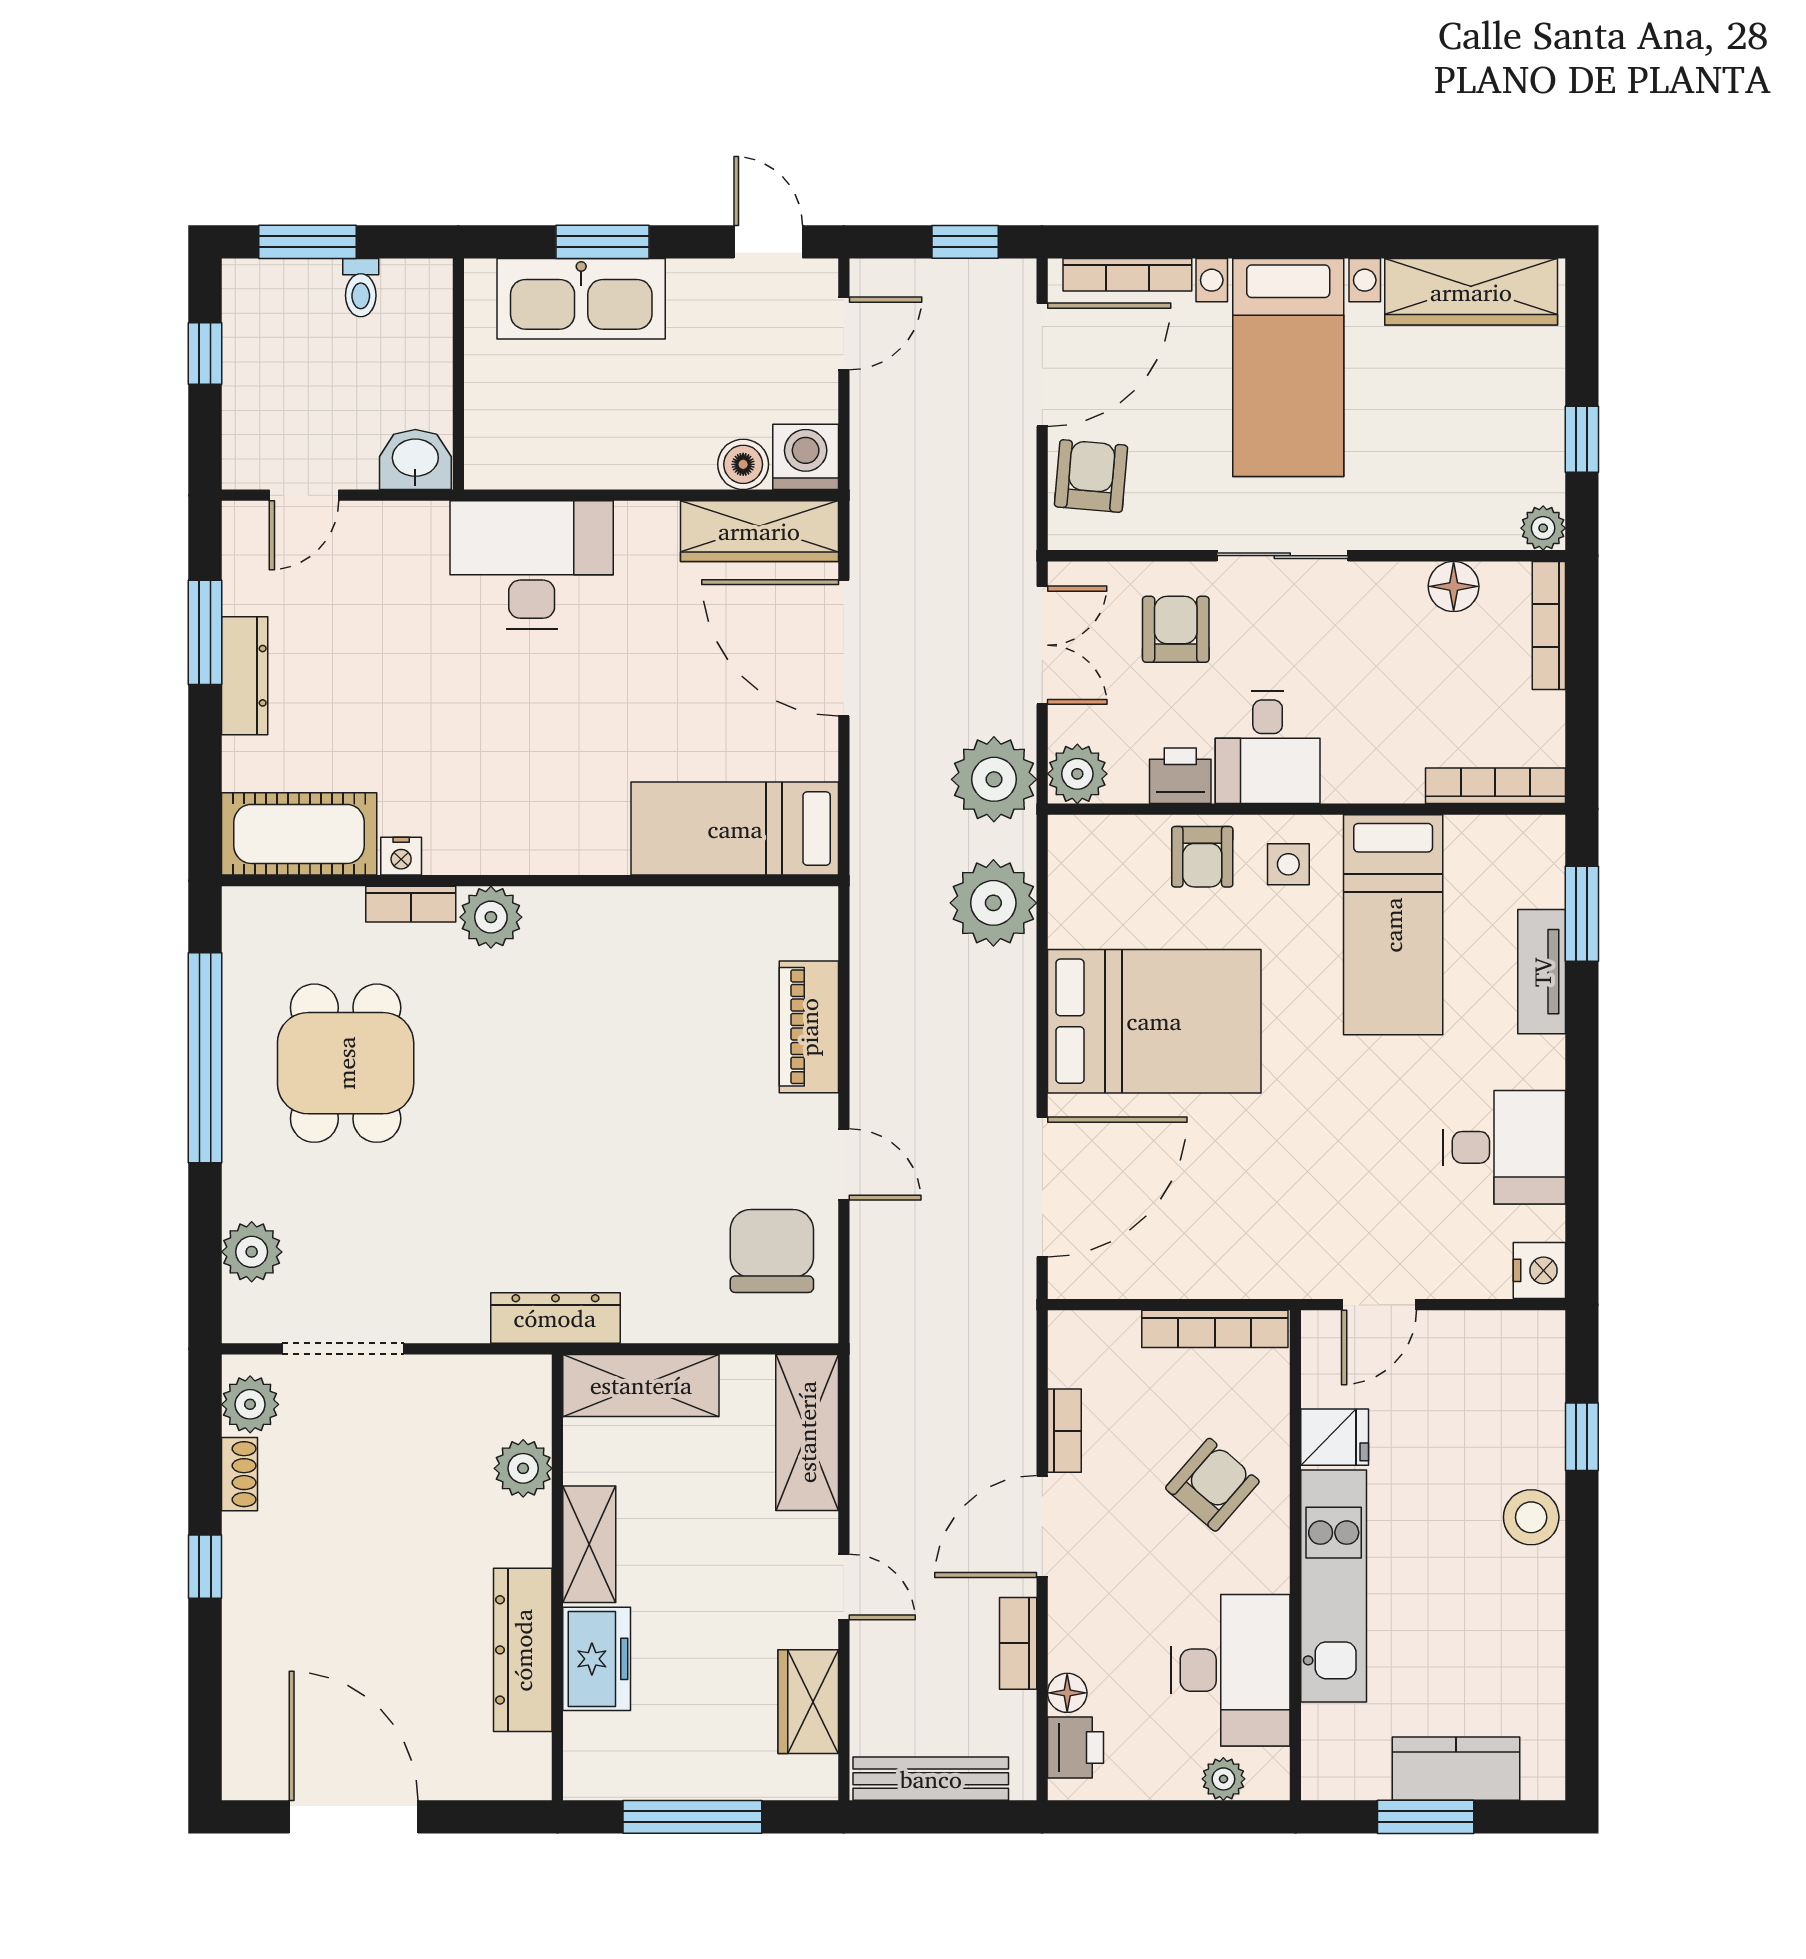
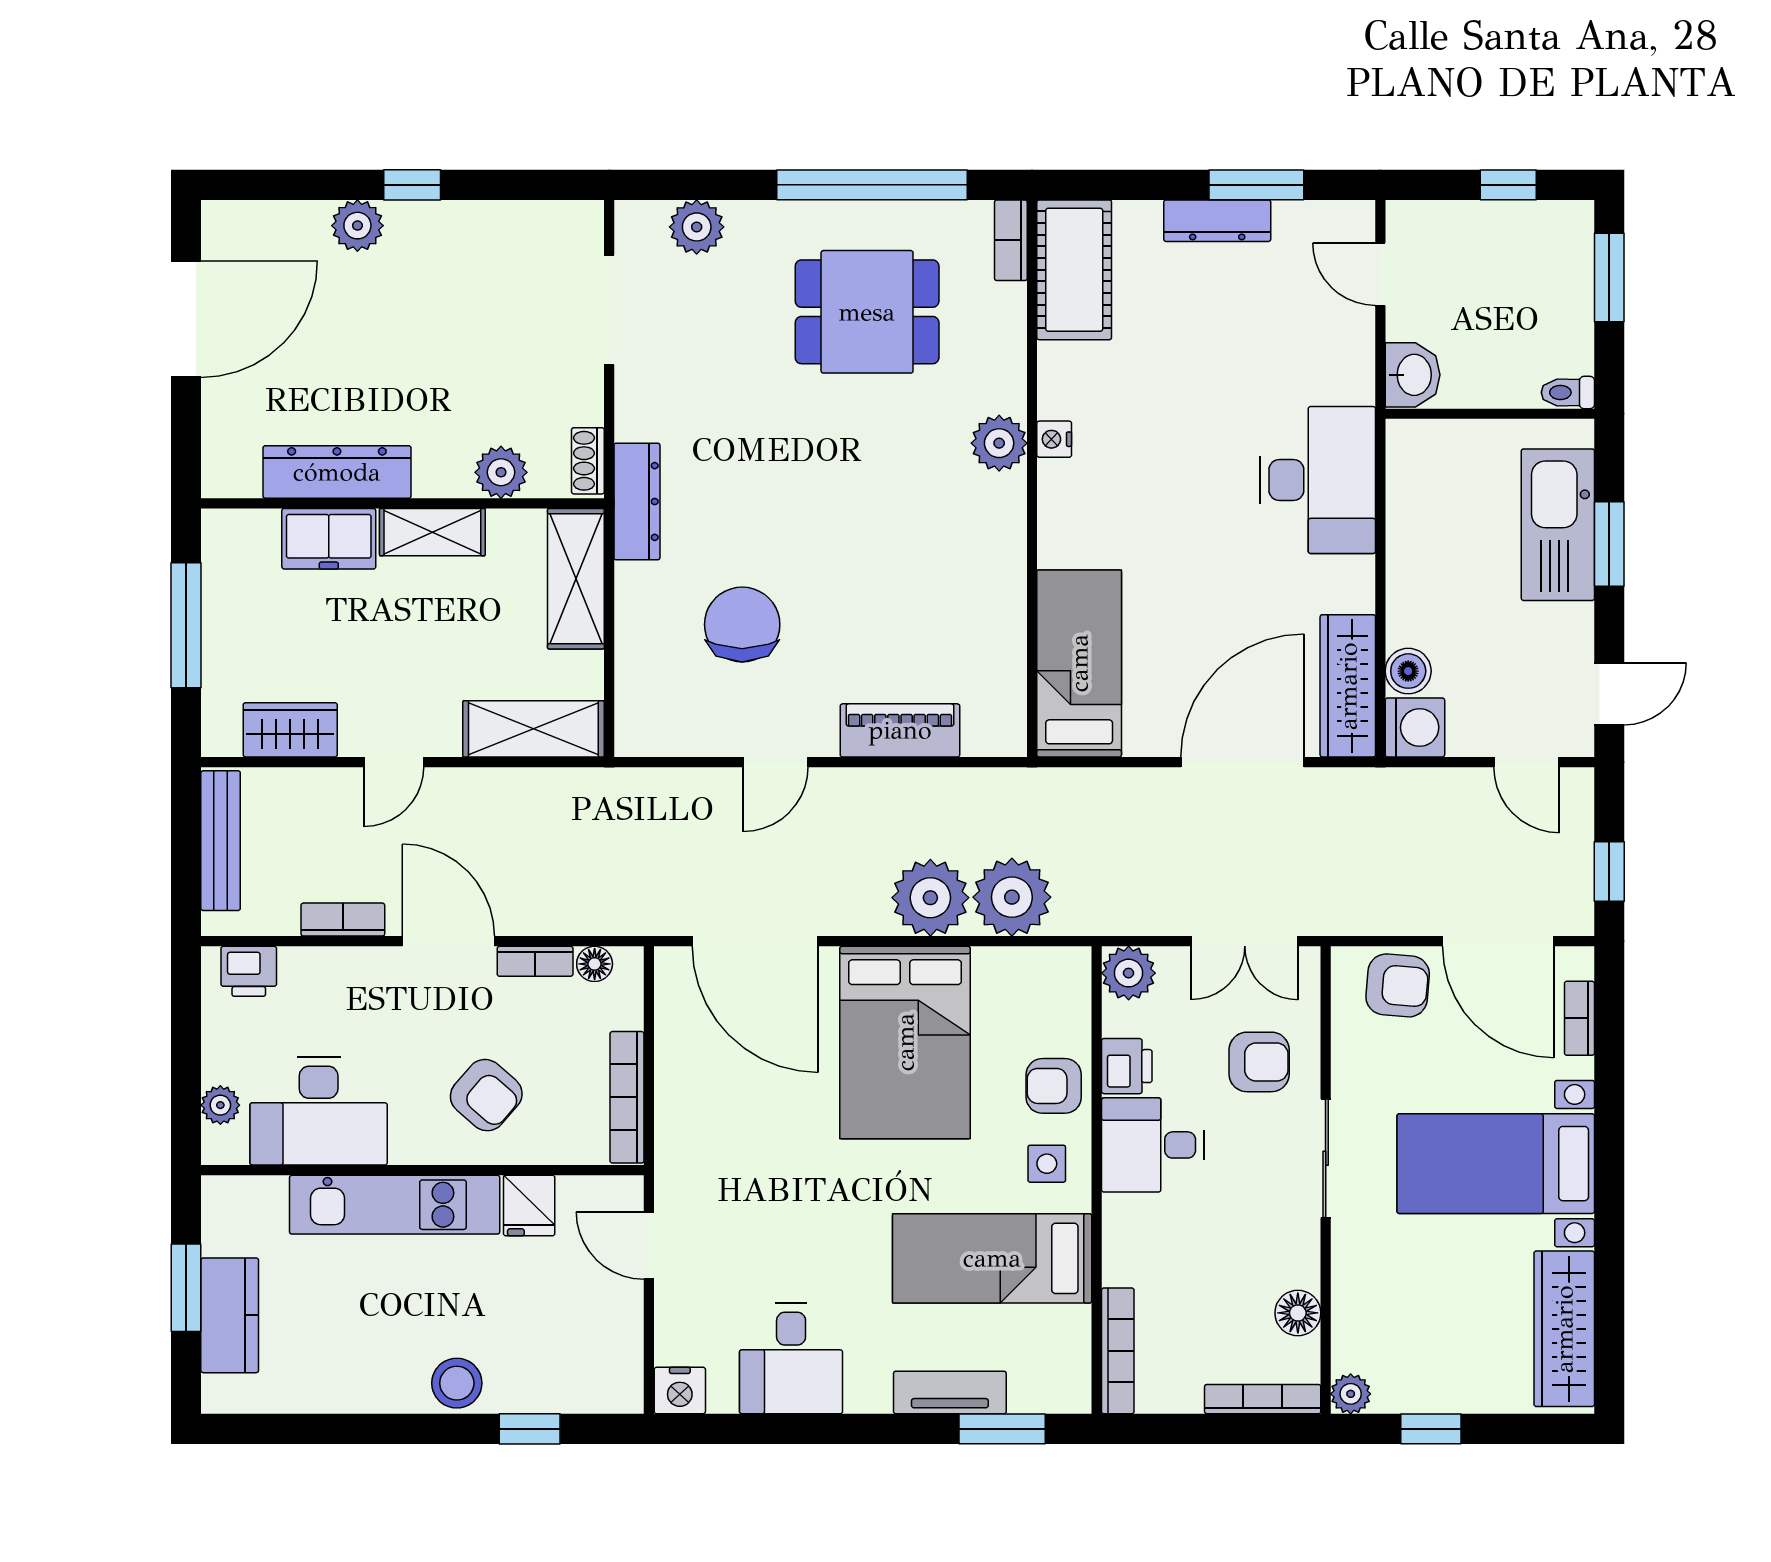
bookcase: (1127, 275) -> (1579, 1018), width x0.64
toilet: (361, 288) -> (1568, 392), moved
plant: (994, 779) -> (930, 898), moved
nightstand: (401, 856) -> (1054, 439), moved
bookcase: (411, 904) -> (1011, 240), moved
chair: (772, 1251) -> (742, 625), moved, turned -90
plant: (250, 1404) -> (357, 226), moved
shoe rack: (239, 1474) -> (588, 461), moved, turned 90
floor lamp: (1067, 1693) -> (595, 964), moved

